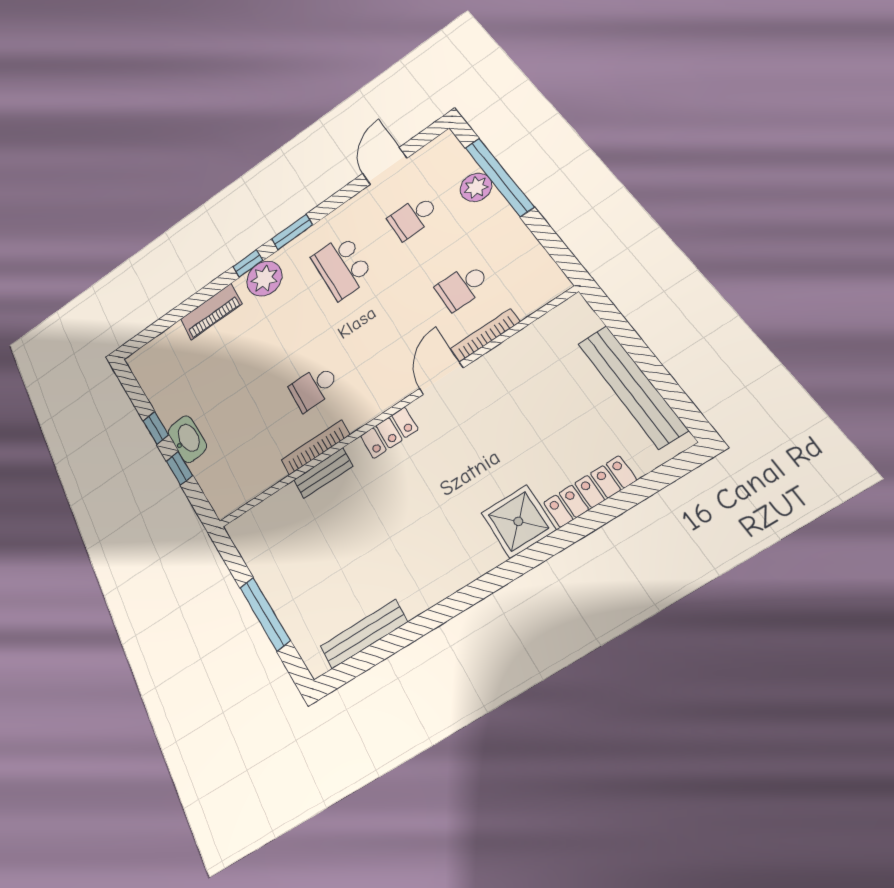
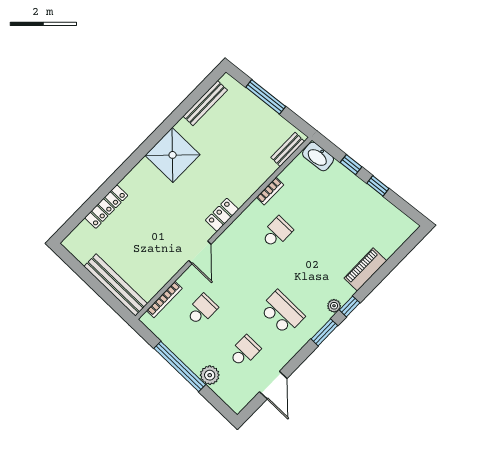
window: (499, 177) -> (180, 366), moved
plant: (264, 279) -> (334, 306), width x0.53, depth x0.53
bookcase: (485, 335) -> (164, 299), moved
bench: (632, 386) -> (116, 285), moved
washbasin: (187, 439) -> (318, 156), moved
bookcase: (315, 448) -> (270, 191), width x0.64
bench: (323, 473) -> (288, 149), moved
shower: (518, 521) -> (173, 155), moved, width x1.37, depth x1.37

